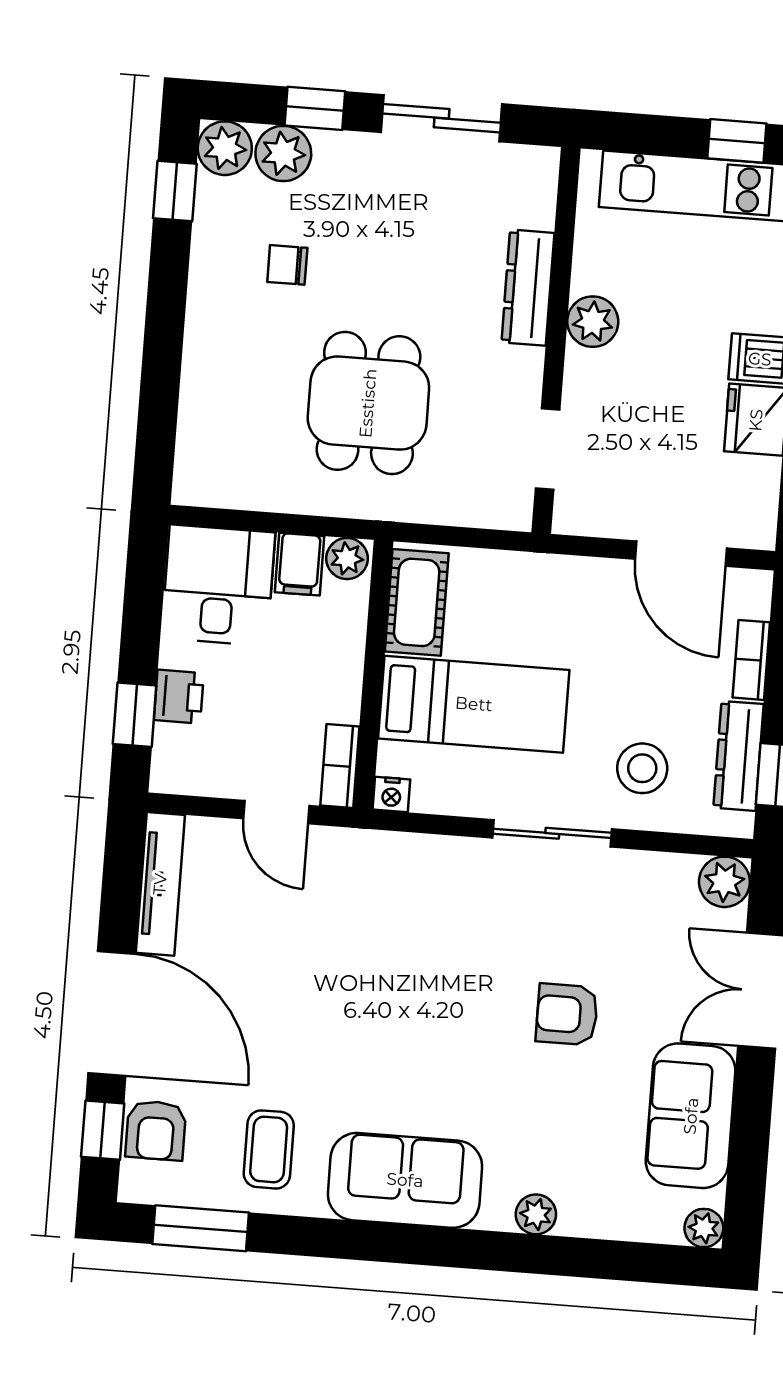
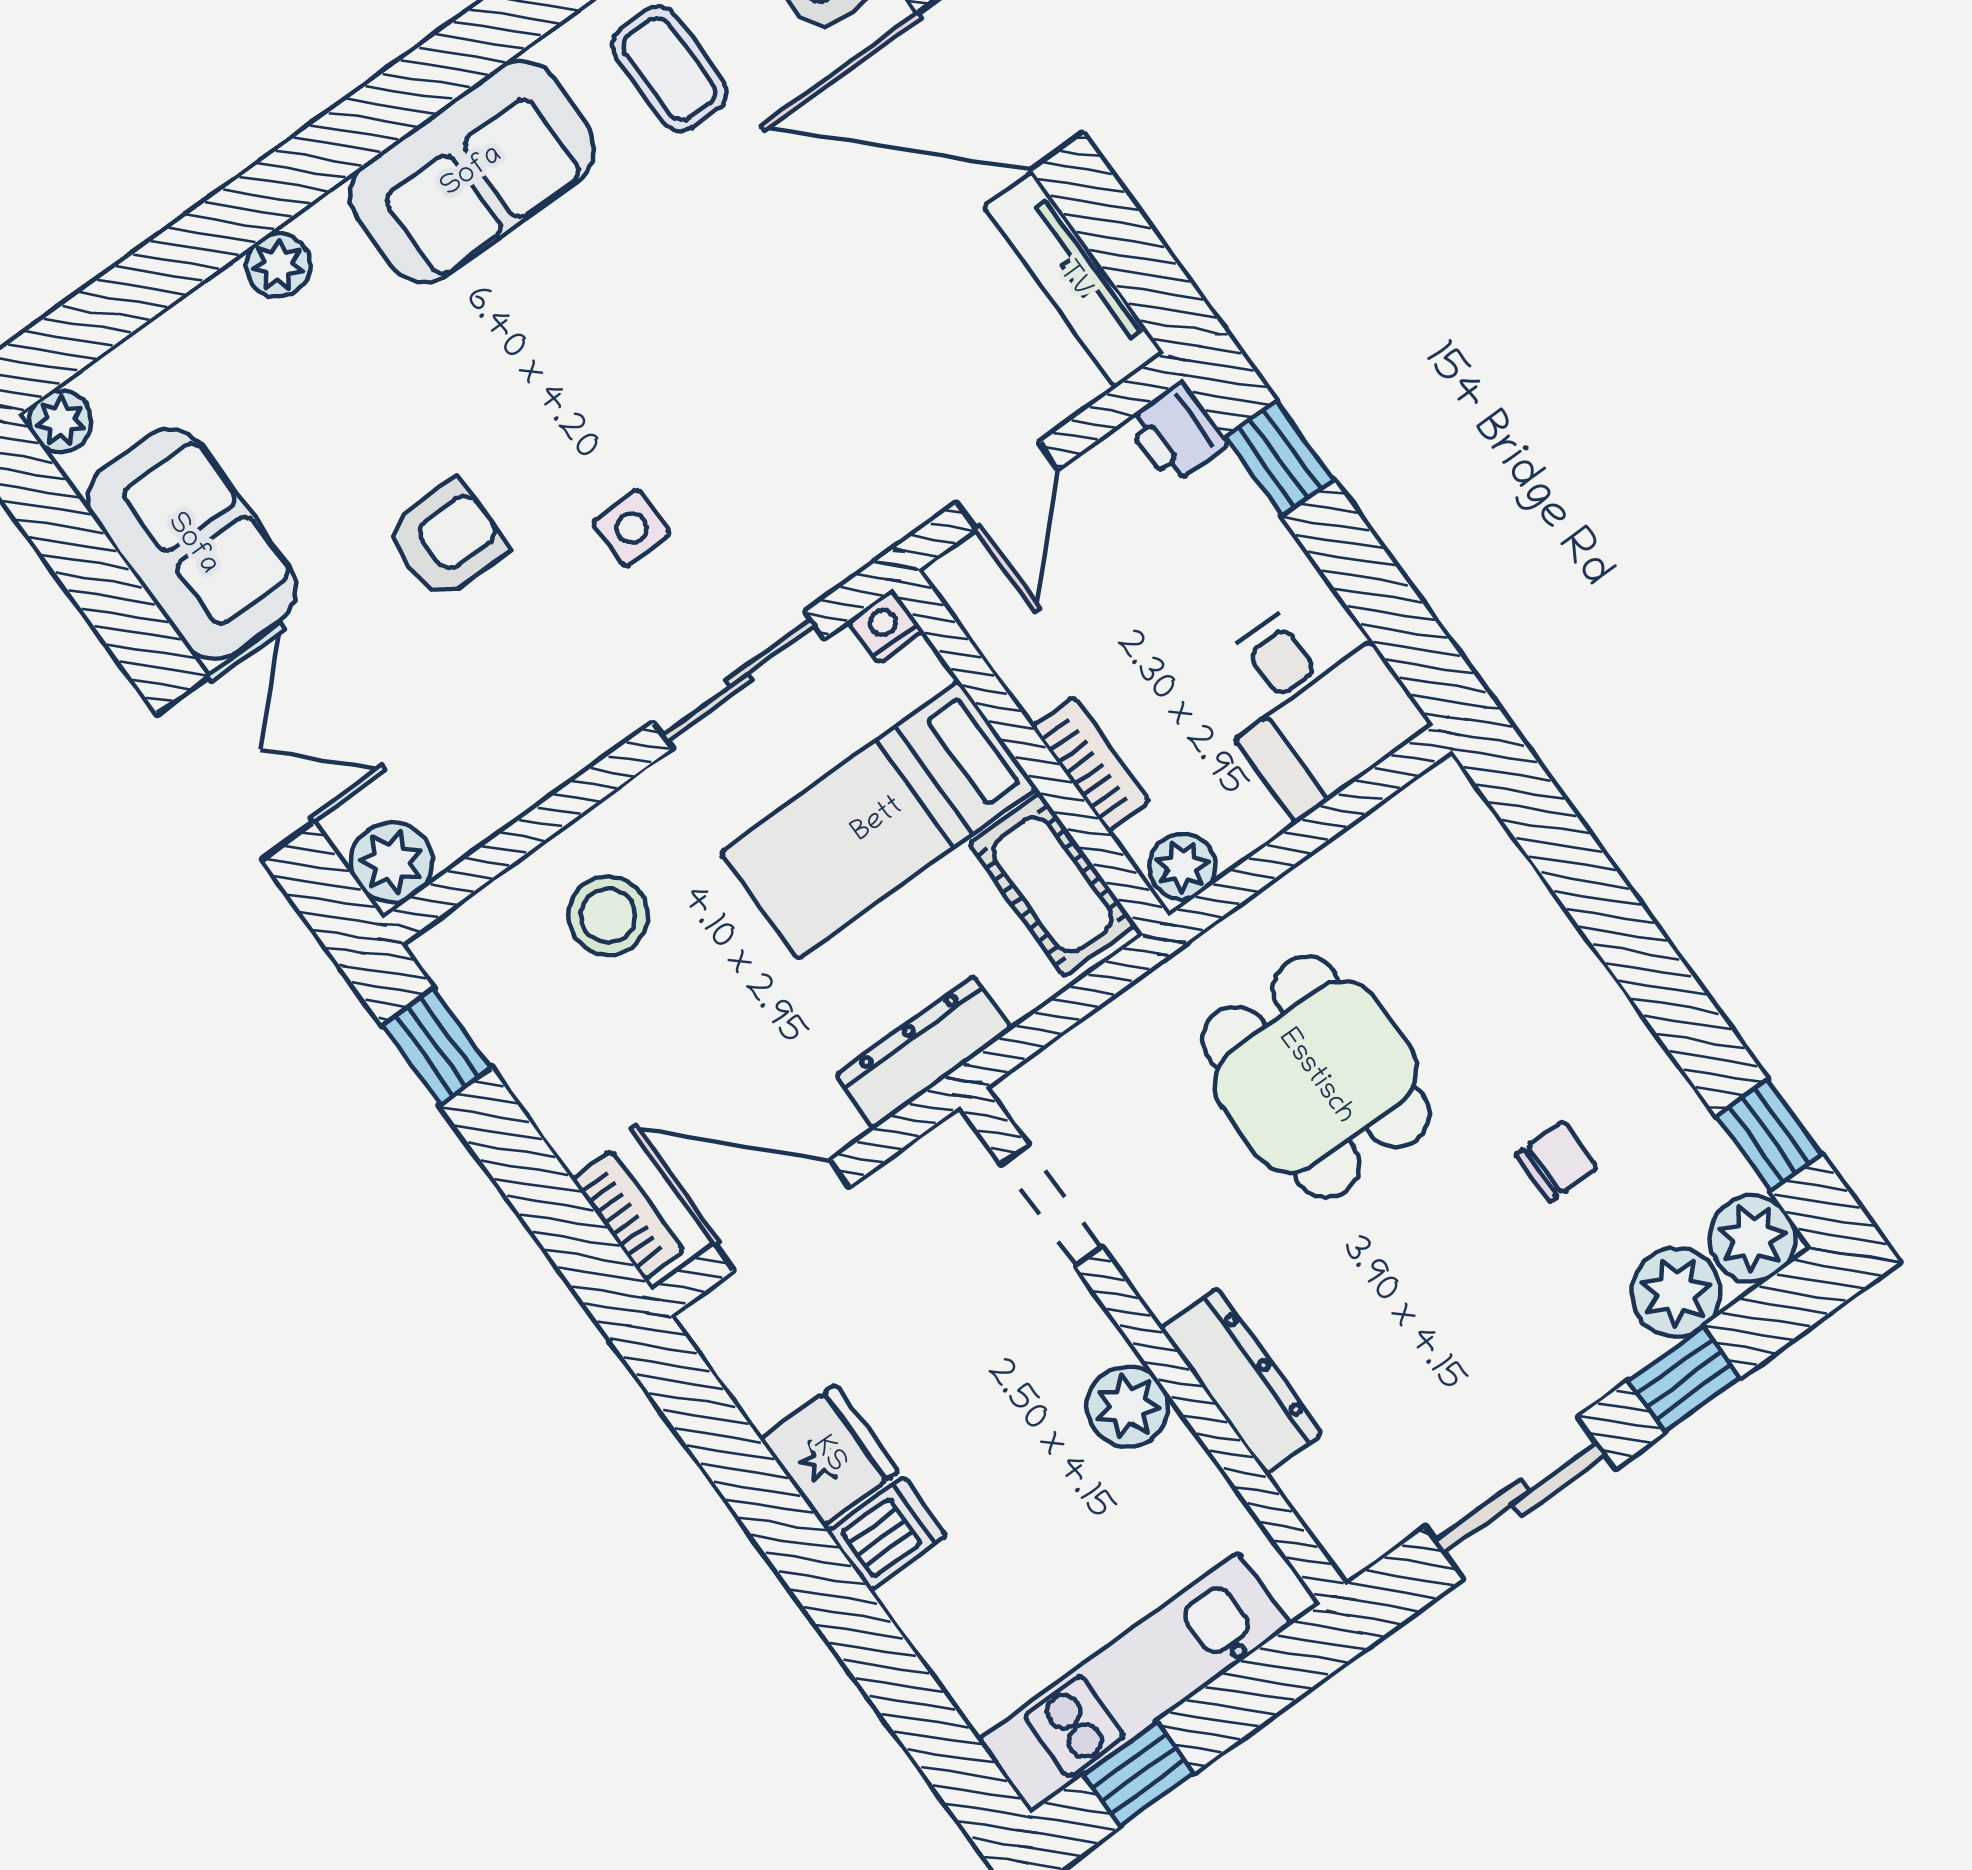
filing cabinet: (299, 564) -> (1234, 811), removed
bookcase: (751, 660) -> (628, 1215), moved
printer: (179, 697) -> (1177, 433), moved
dresser: (738, 756) -> (924, 1052), moved, turned -90
bookcase: (340, 766) -> (1091, 764), moved
door: (276, 812) -> (1007, 486), swing flipped
sliding door: (552, 833) -> (739, 680), moved
side table: (473, 945) -> (632, 528), added

